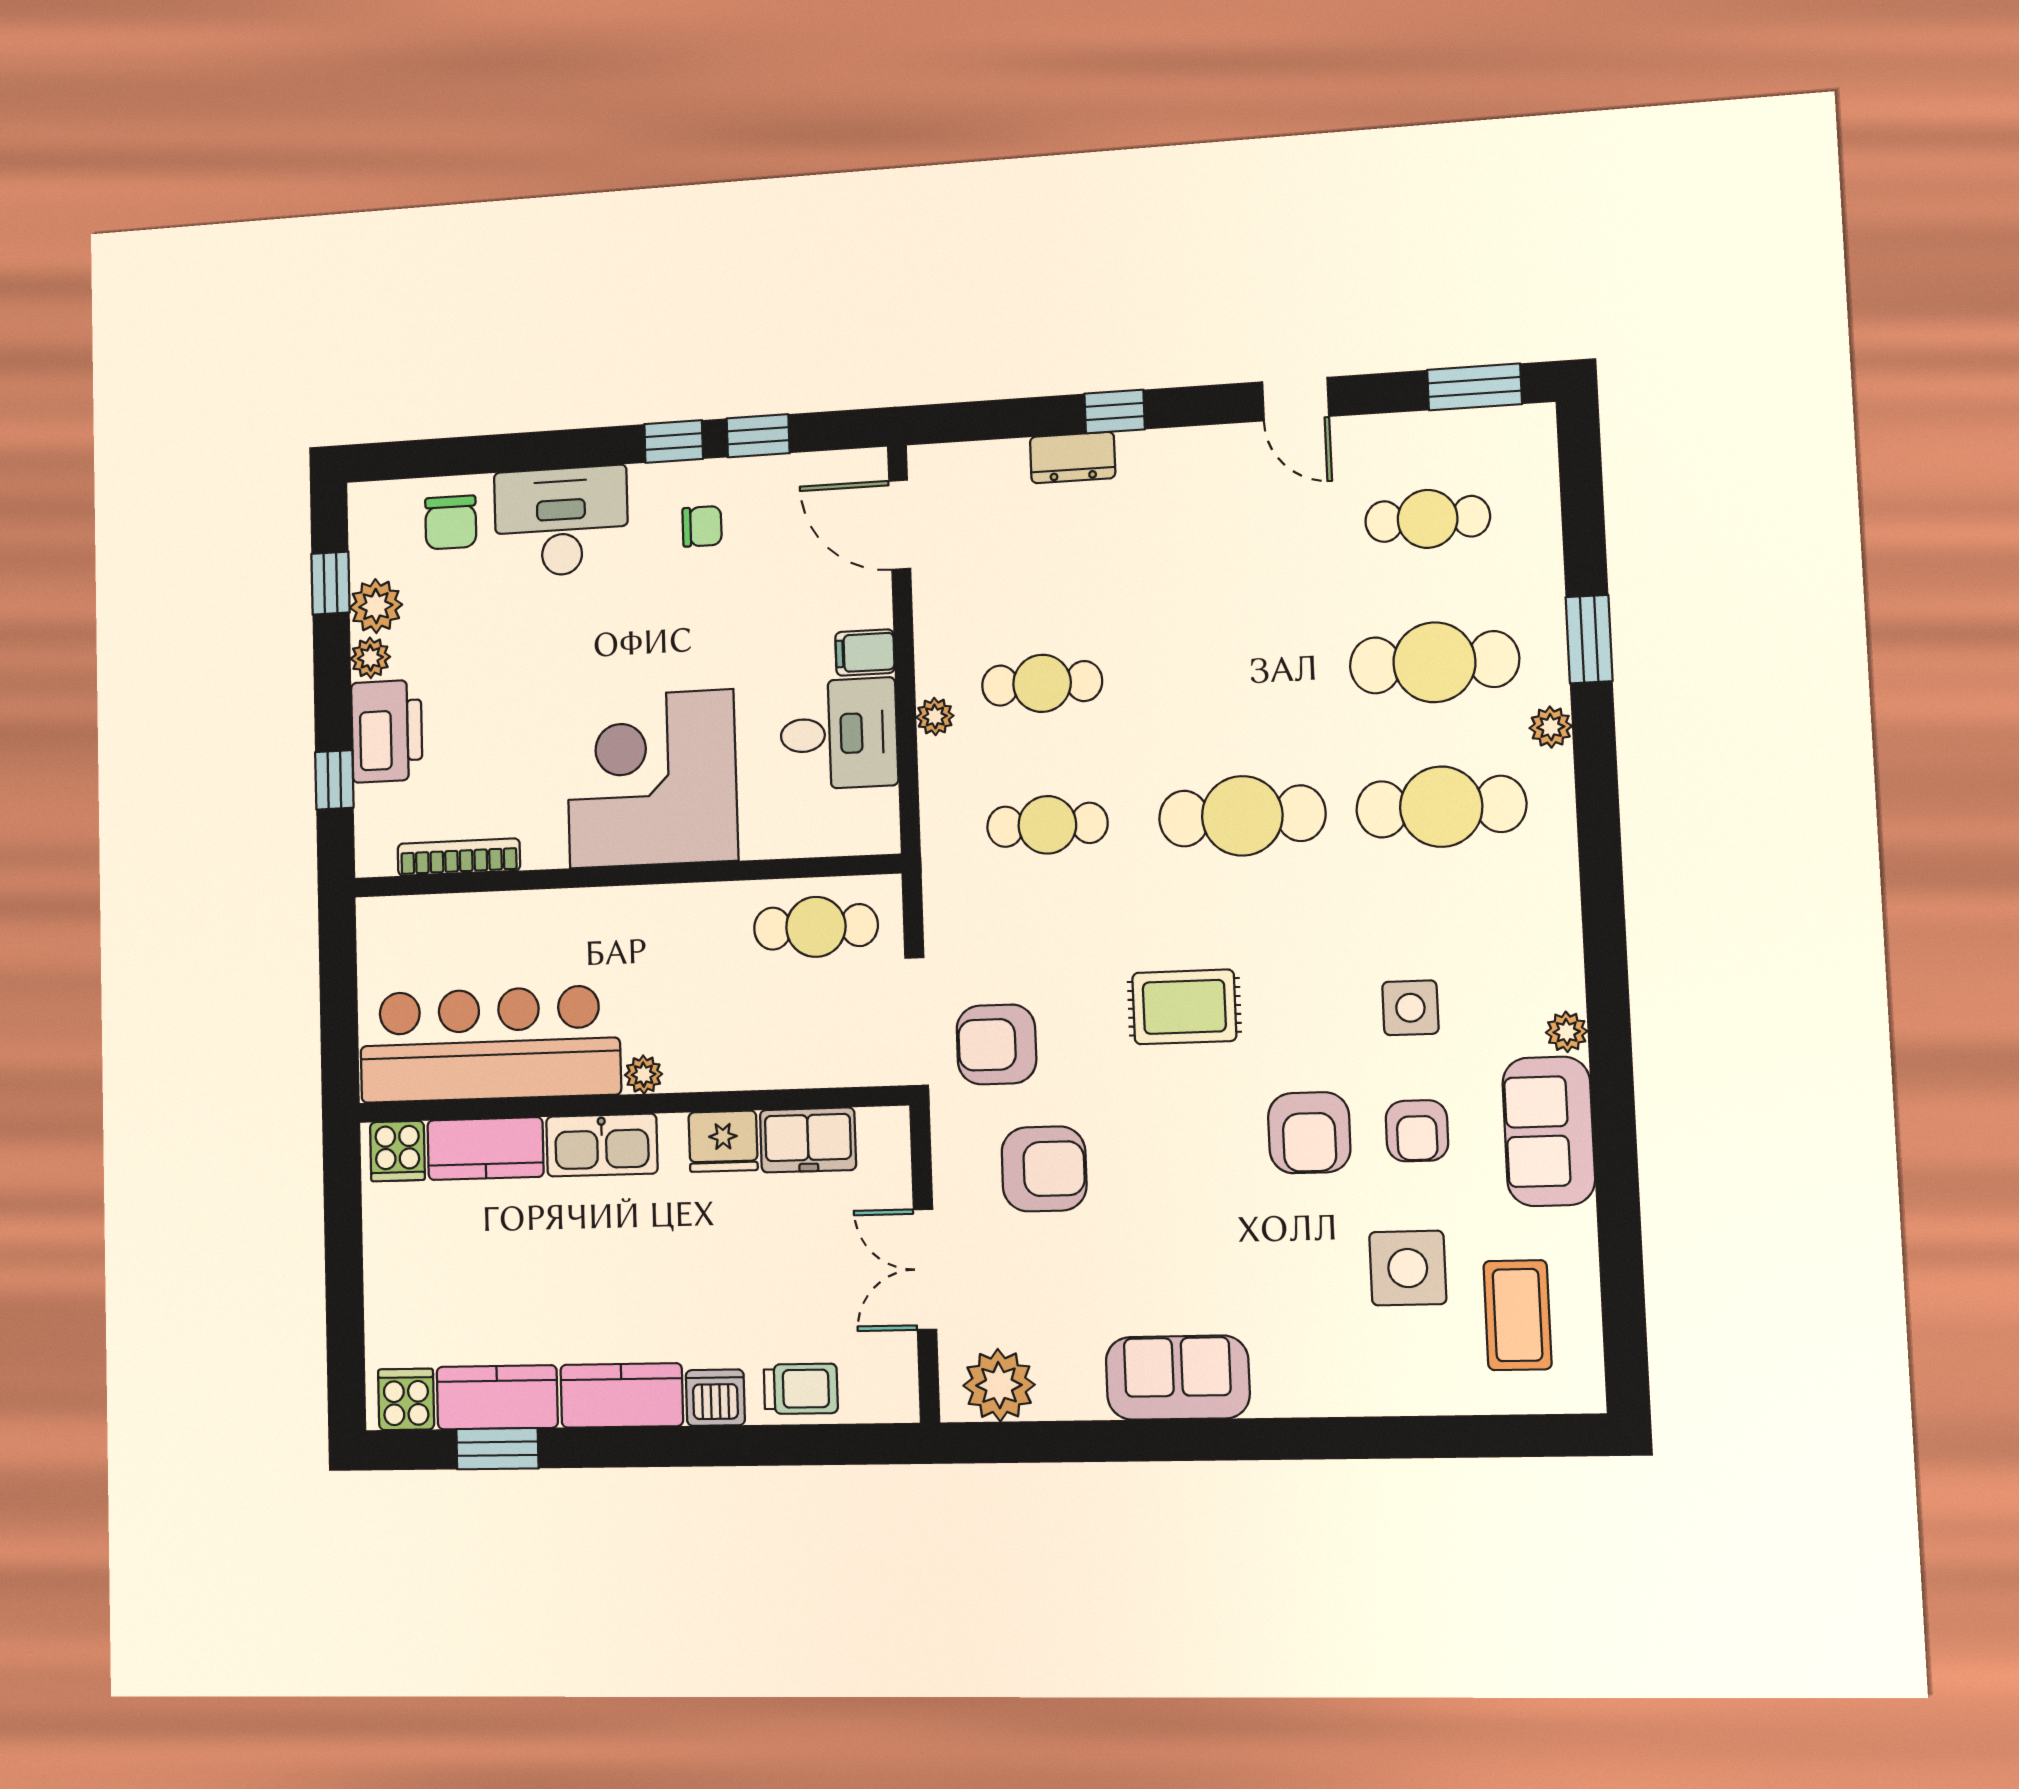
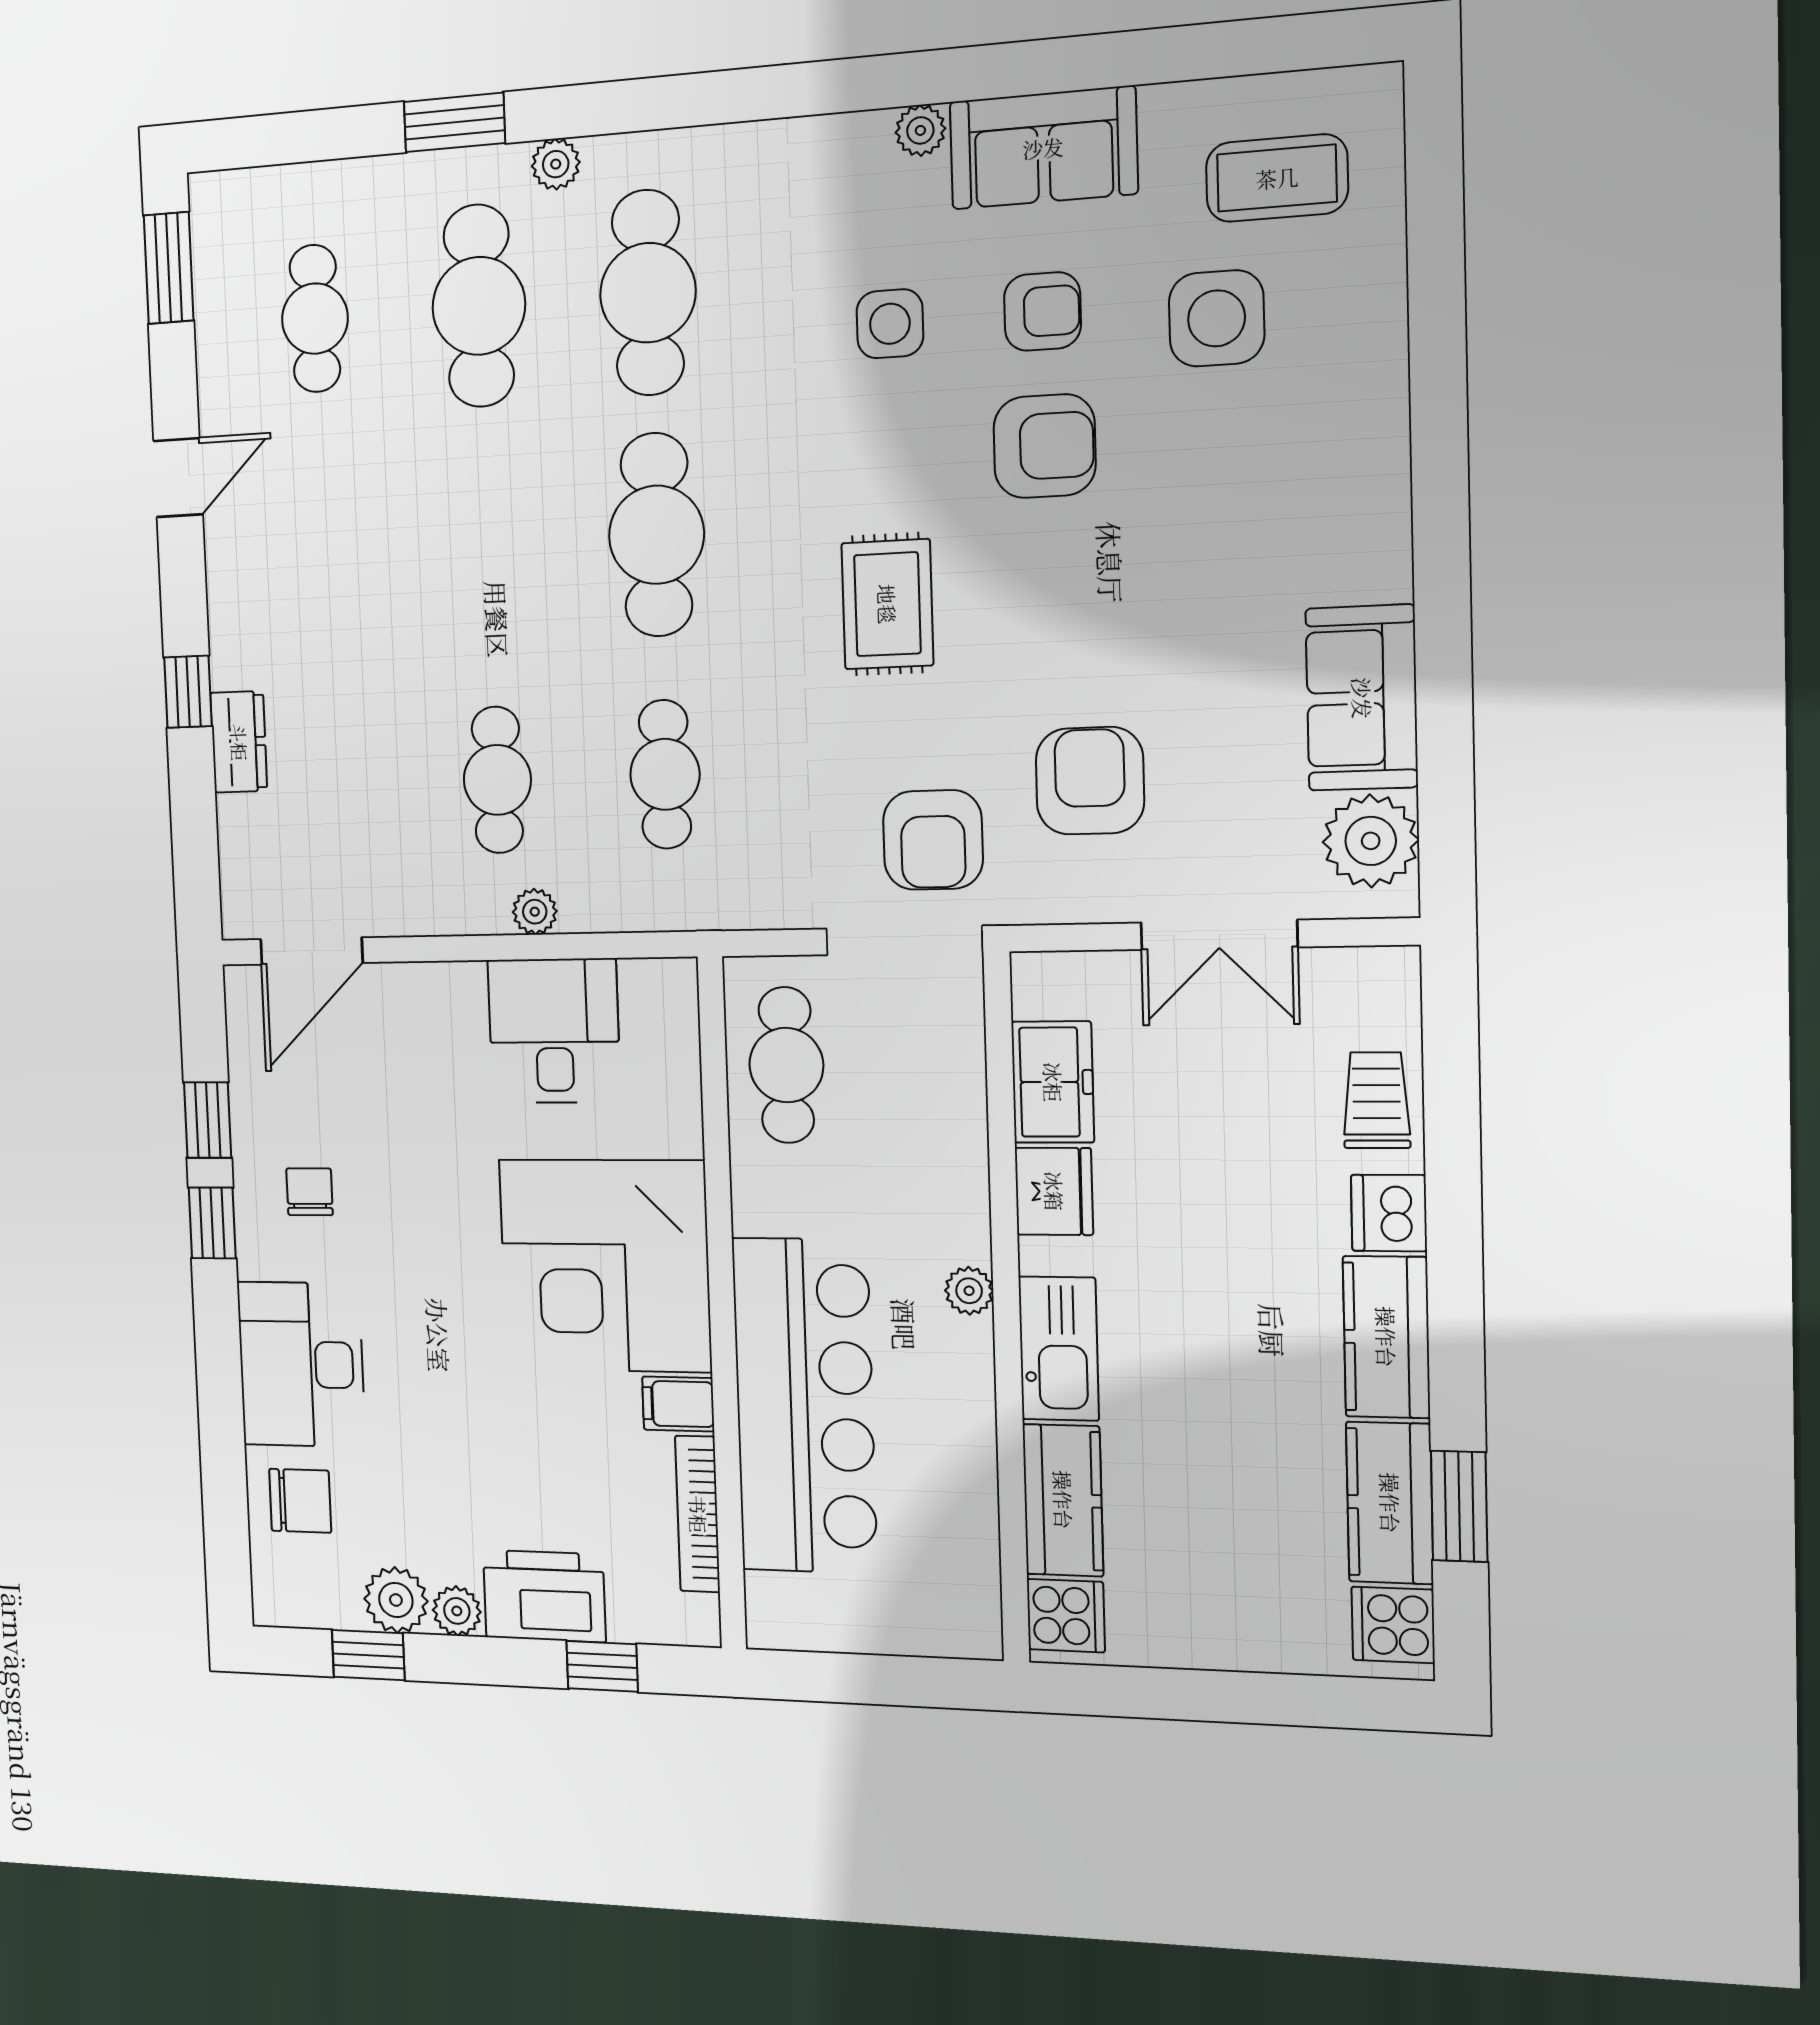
filing cabinet: (865, 653) -> (678, 1404), moved, turned 90
bar counter: (489, 1044) -> (805, 1406), moved, turned 180
sofa: (1178, 1378) -> (1362, 698), moved

